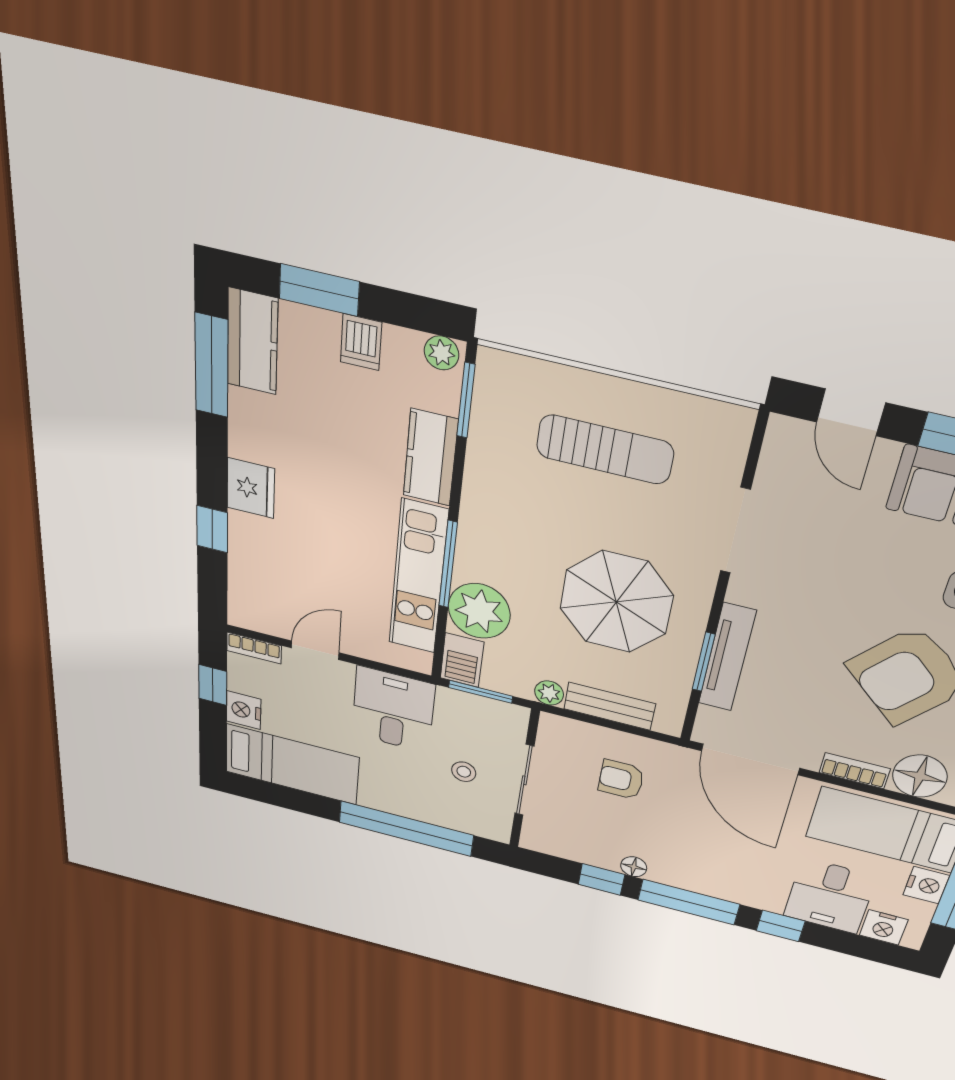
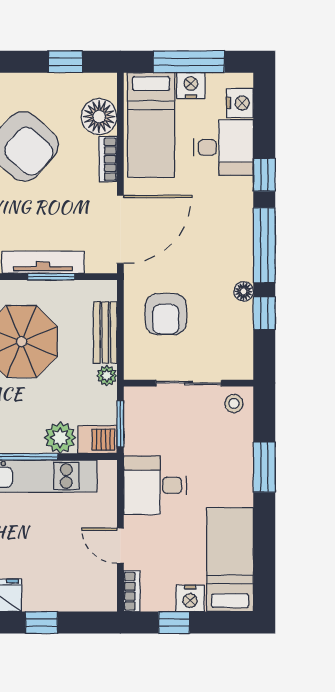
plant: (479, 611) -> (60, 438), width x0.73, depth x0.73
stool: (464, 772) -> (234, 404), moved
armchair: (621, 779) -> (166, 314), width x1.38, depth x1.38
window: (406, 829) -> (264, 467), width x0.47

